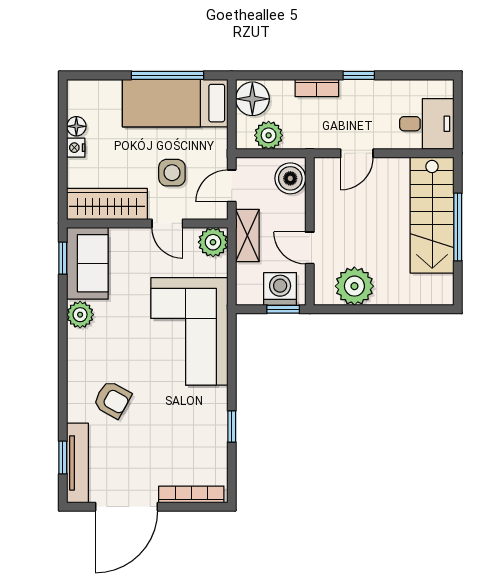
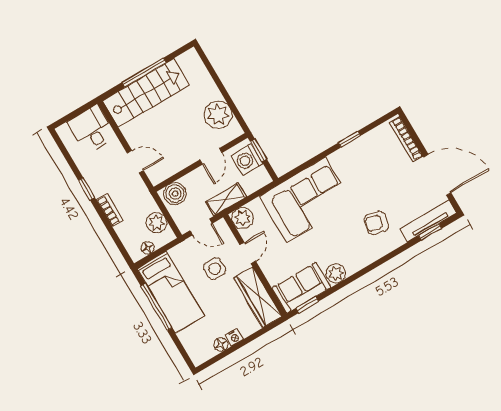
floor lamp: (252, 99) -> (148, 248), width x0.53, depth x0.53
armchair: (112, 400) -> (376, 223), turned -104

